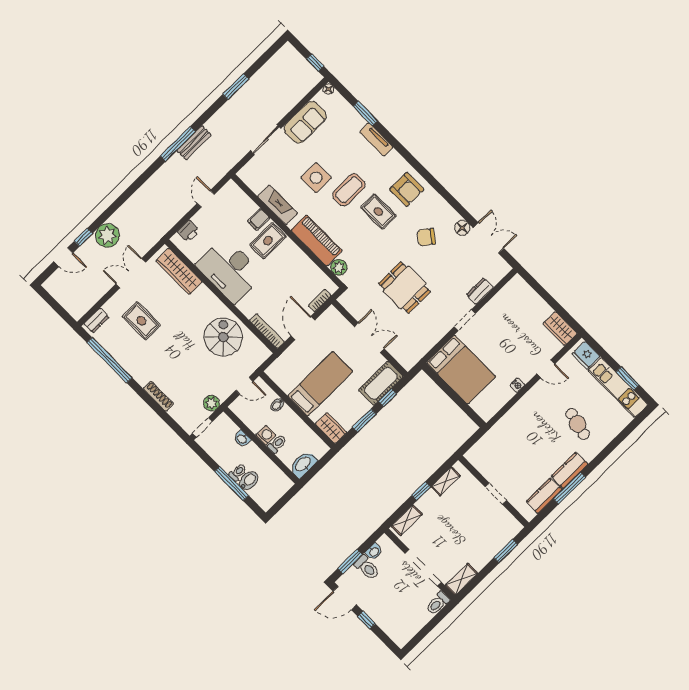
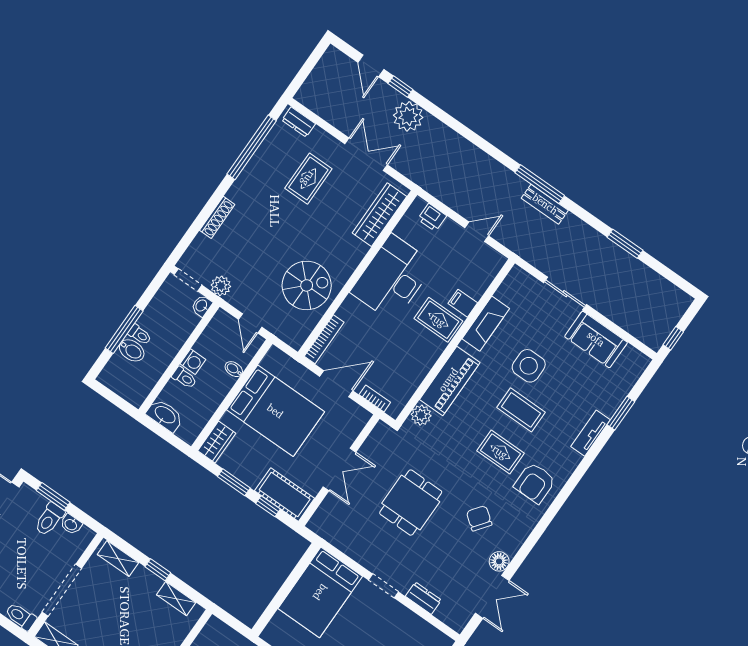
floor lamp: (328, 89) -> (643, 361), removed
rug: (378, 211) -> (500, 452), turned 90
bed: (320, 384) -> (275, 411), width x1.50
washbasin: (242, 439) -> (202, 306), moved

